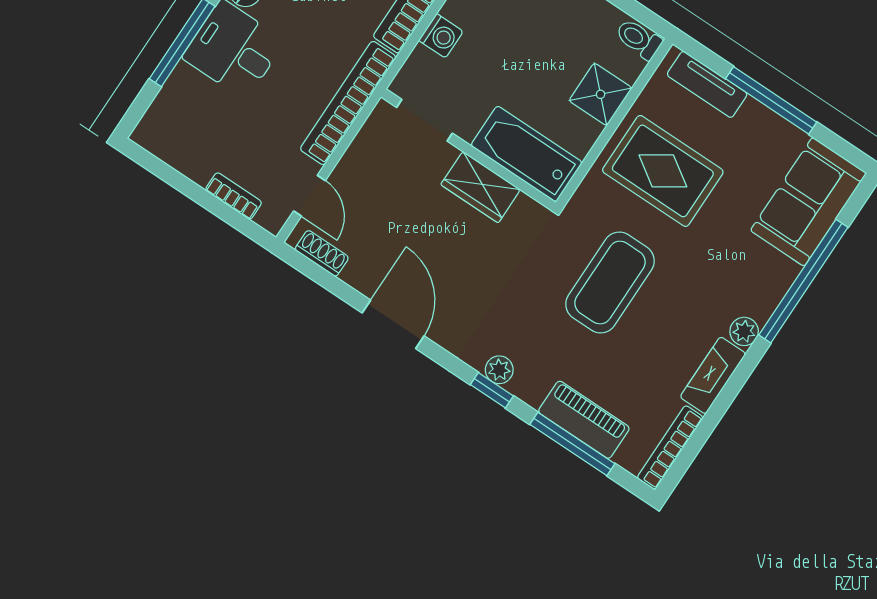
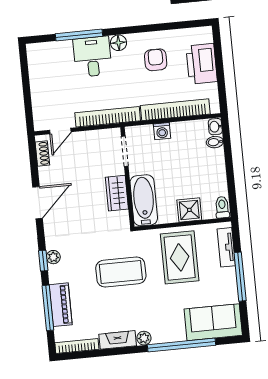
bookcase: (234, 196) -> (37, 102), removed

